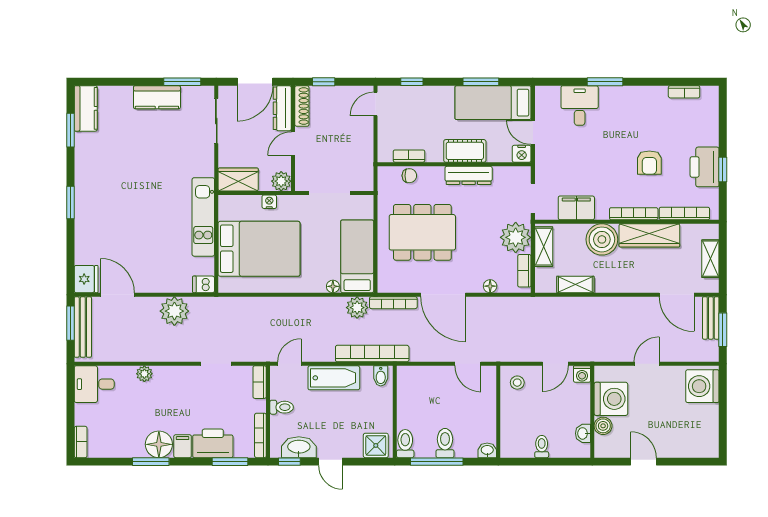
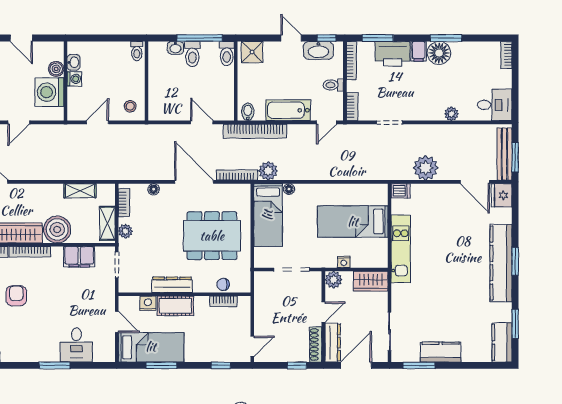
nightstand: (522, 154) -> (148, 303), moved
kitchen counter: (87, 200) -> (501, 263), added
plant: (516, 237) -> (125, 231), width x0.53, depth x0.53
bed: (259, 249) -> (353, 222), width x0.67
door: (468, 364) -> (202, 122), moved
washing machine: (582, 374) -> (74, 79), moved, turned 90
toilet: (542, 447) -> (137, 51), moved
washbasin: (487, 450) -> (175, 48), moved

